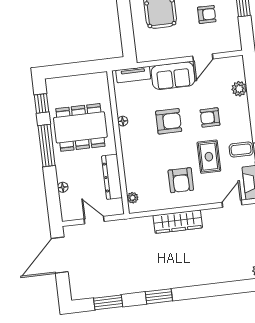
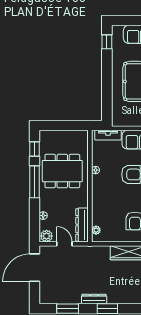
dresser: (112, 177) -> (82, 225), moved
plant: (70, 213) -> (46, 236), added
dresser: (140, 286) -> (94, 299), added

